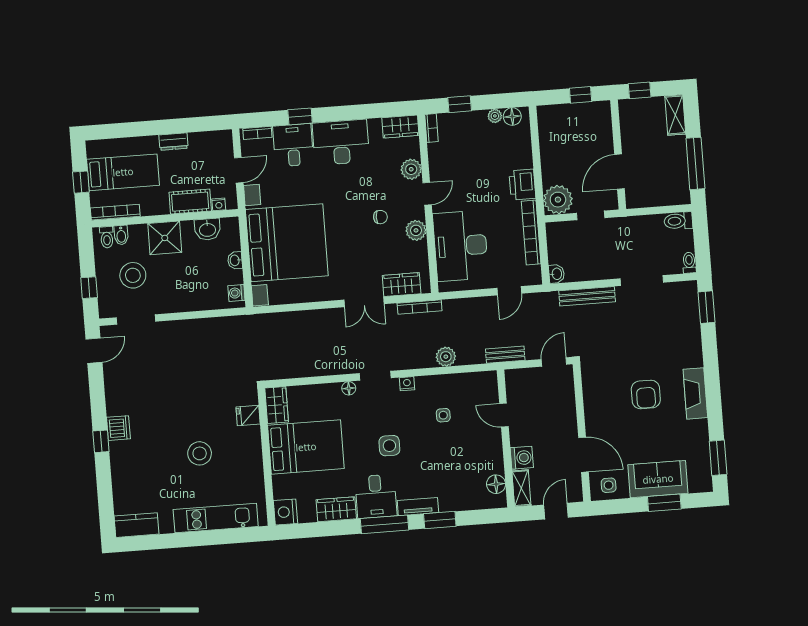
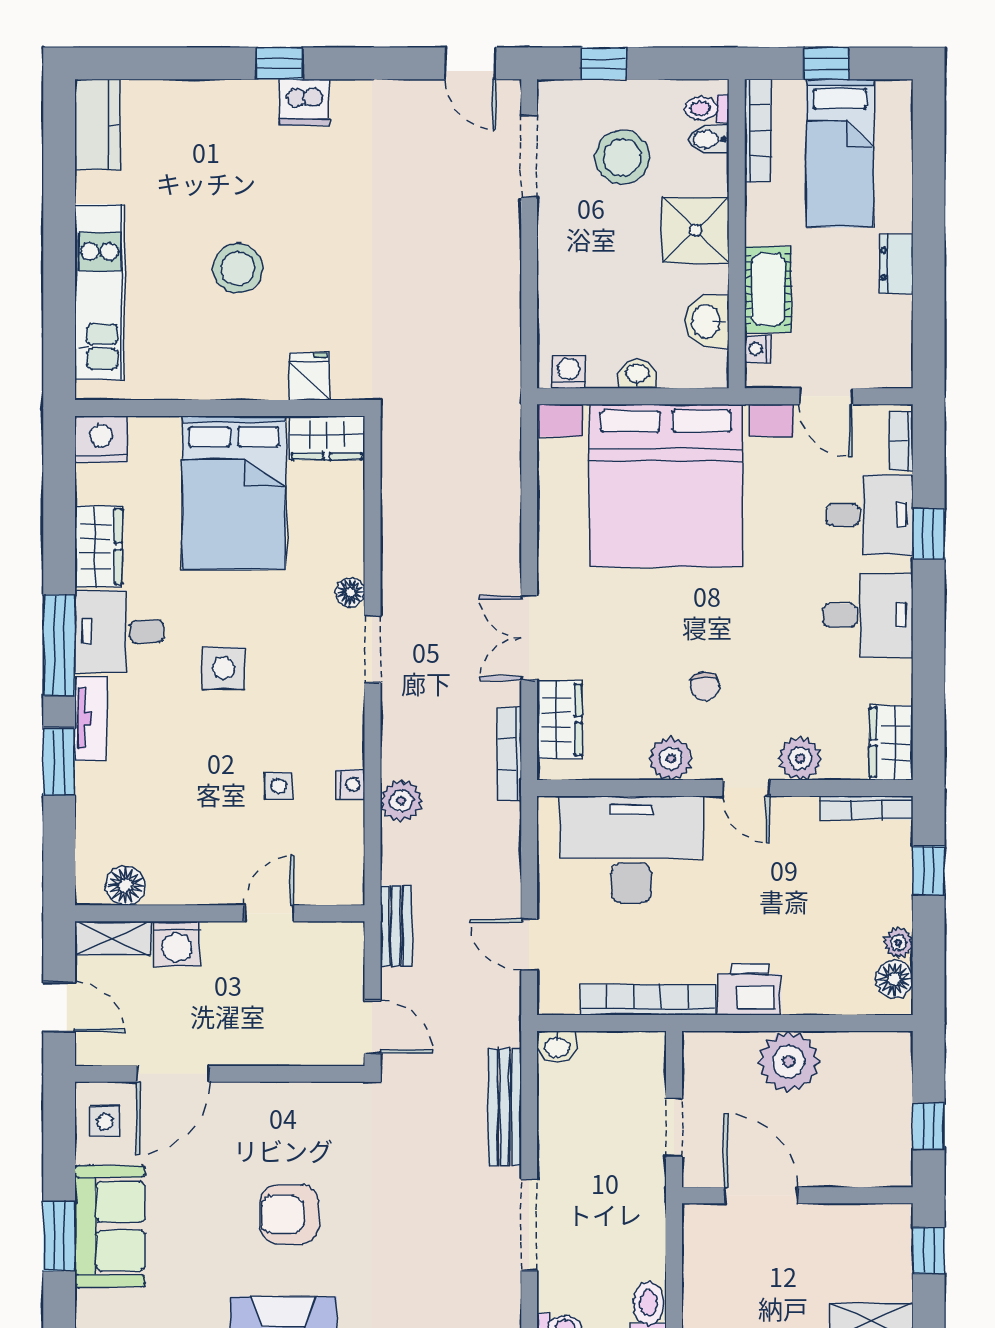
bookcase: (431, 128) -> (867, 808), width x1.56
desk: (341, 142) -> (868, 615), width x0.73
plant: (558, 200) -> (789, 1062), moved
nightstand: (407, 384) -> (351, 784), moved

